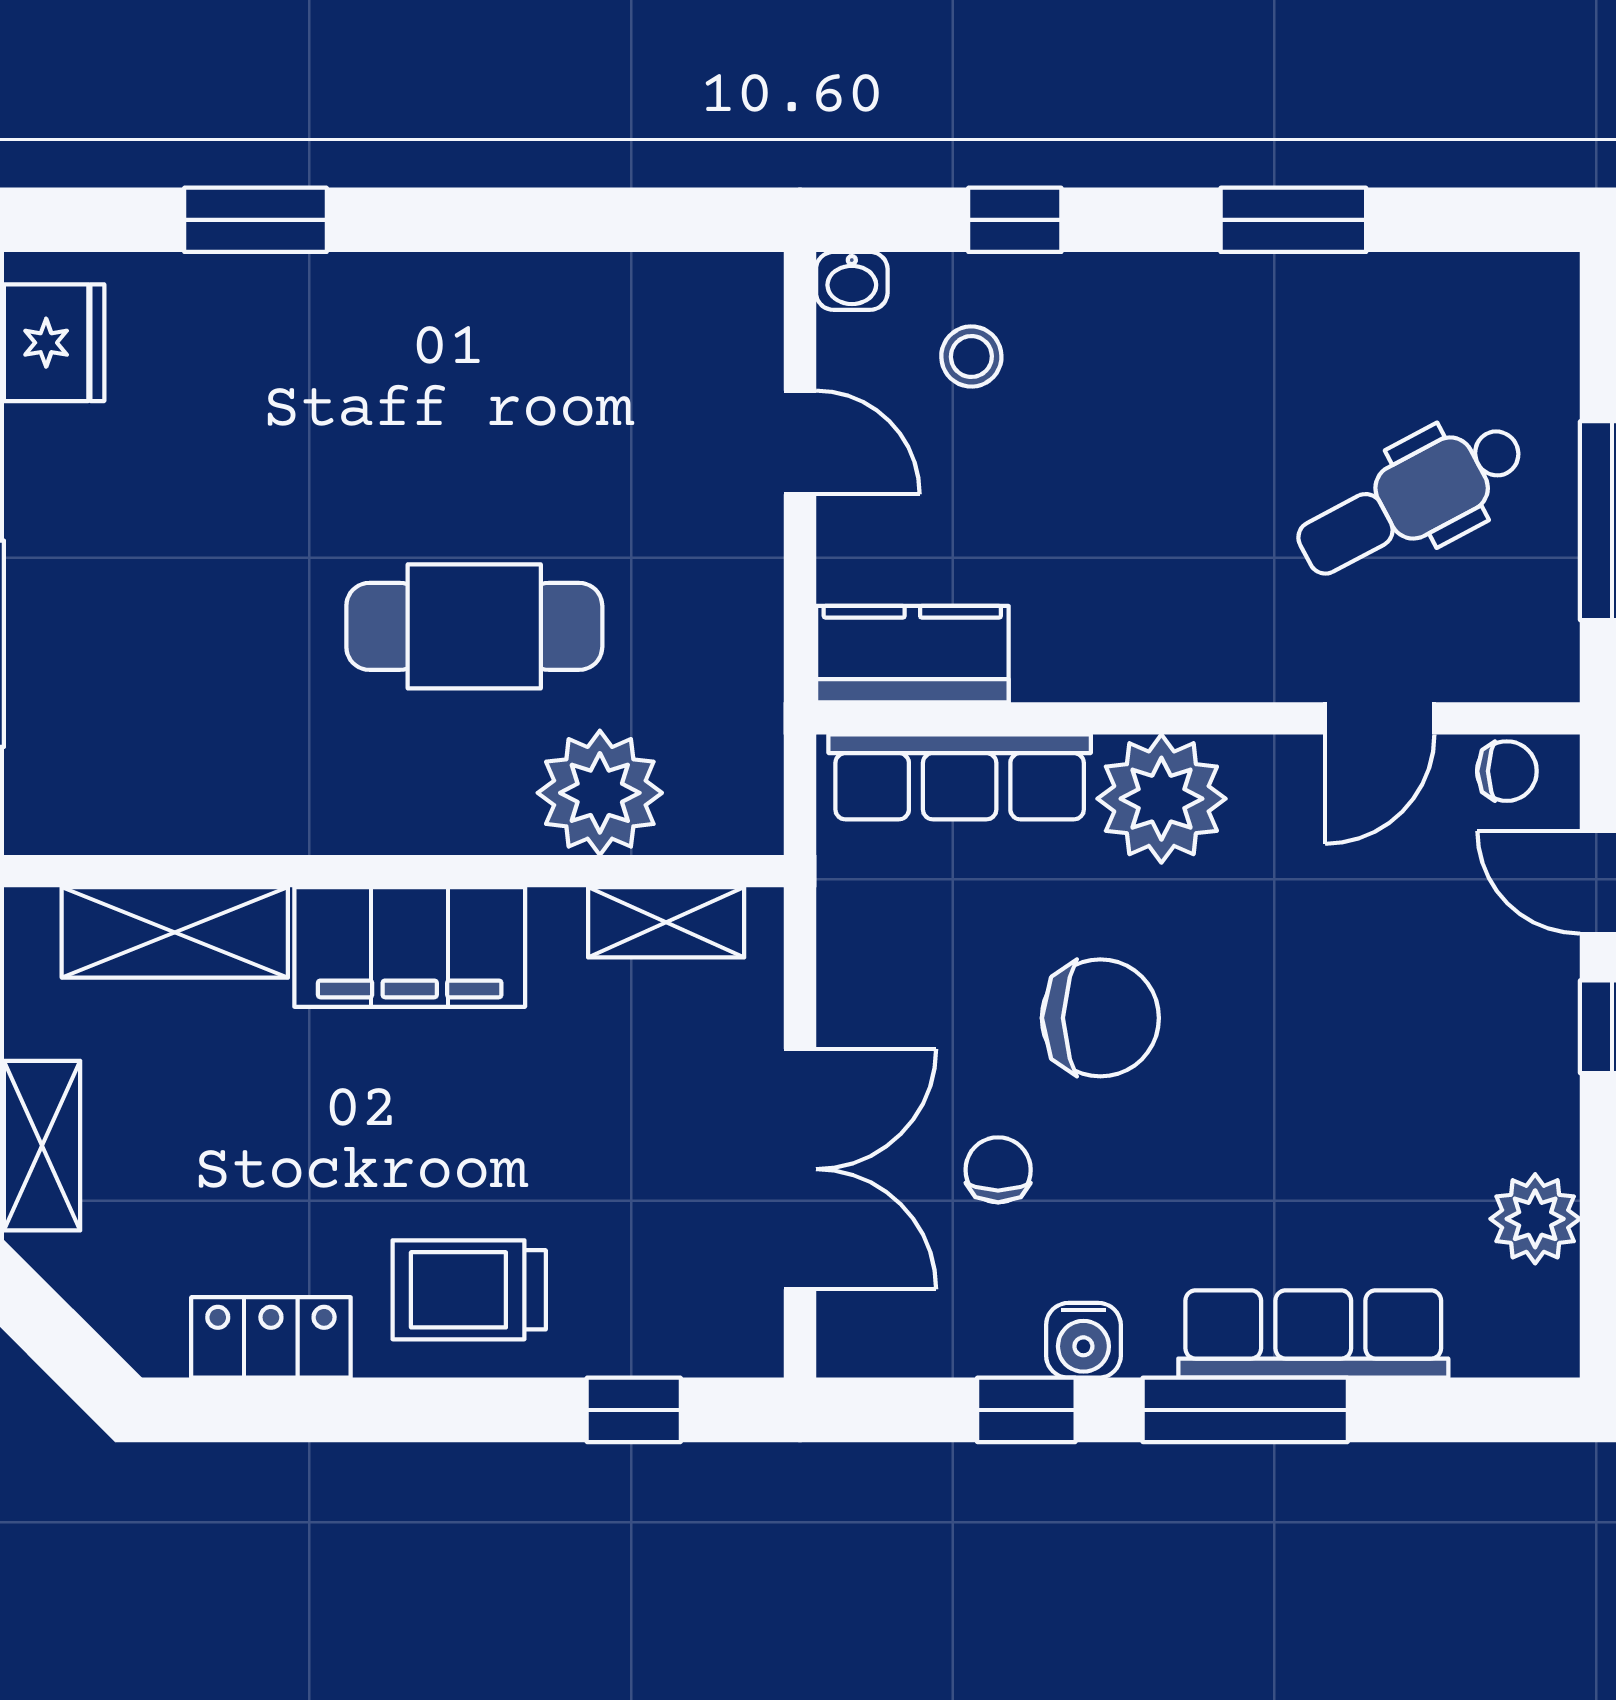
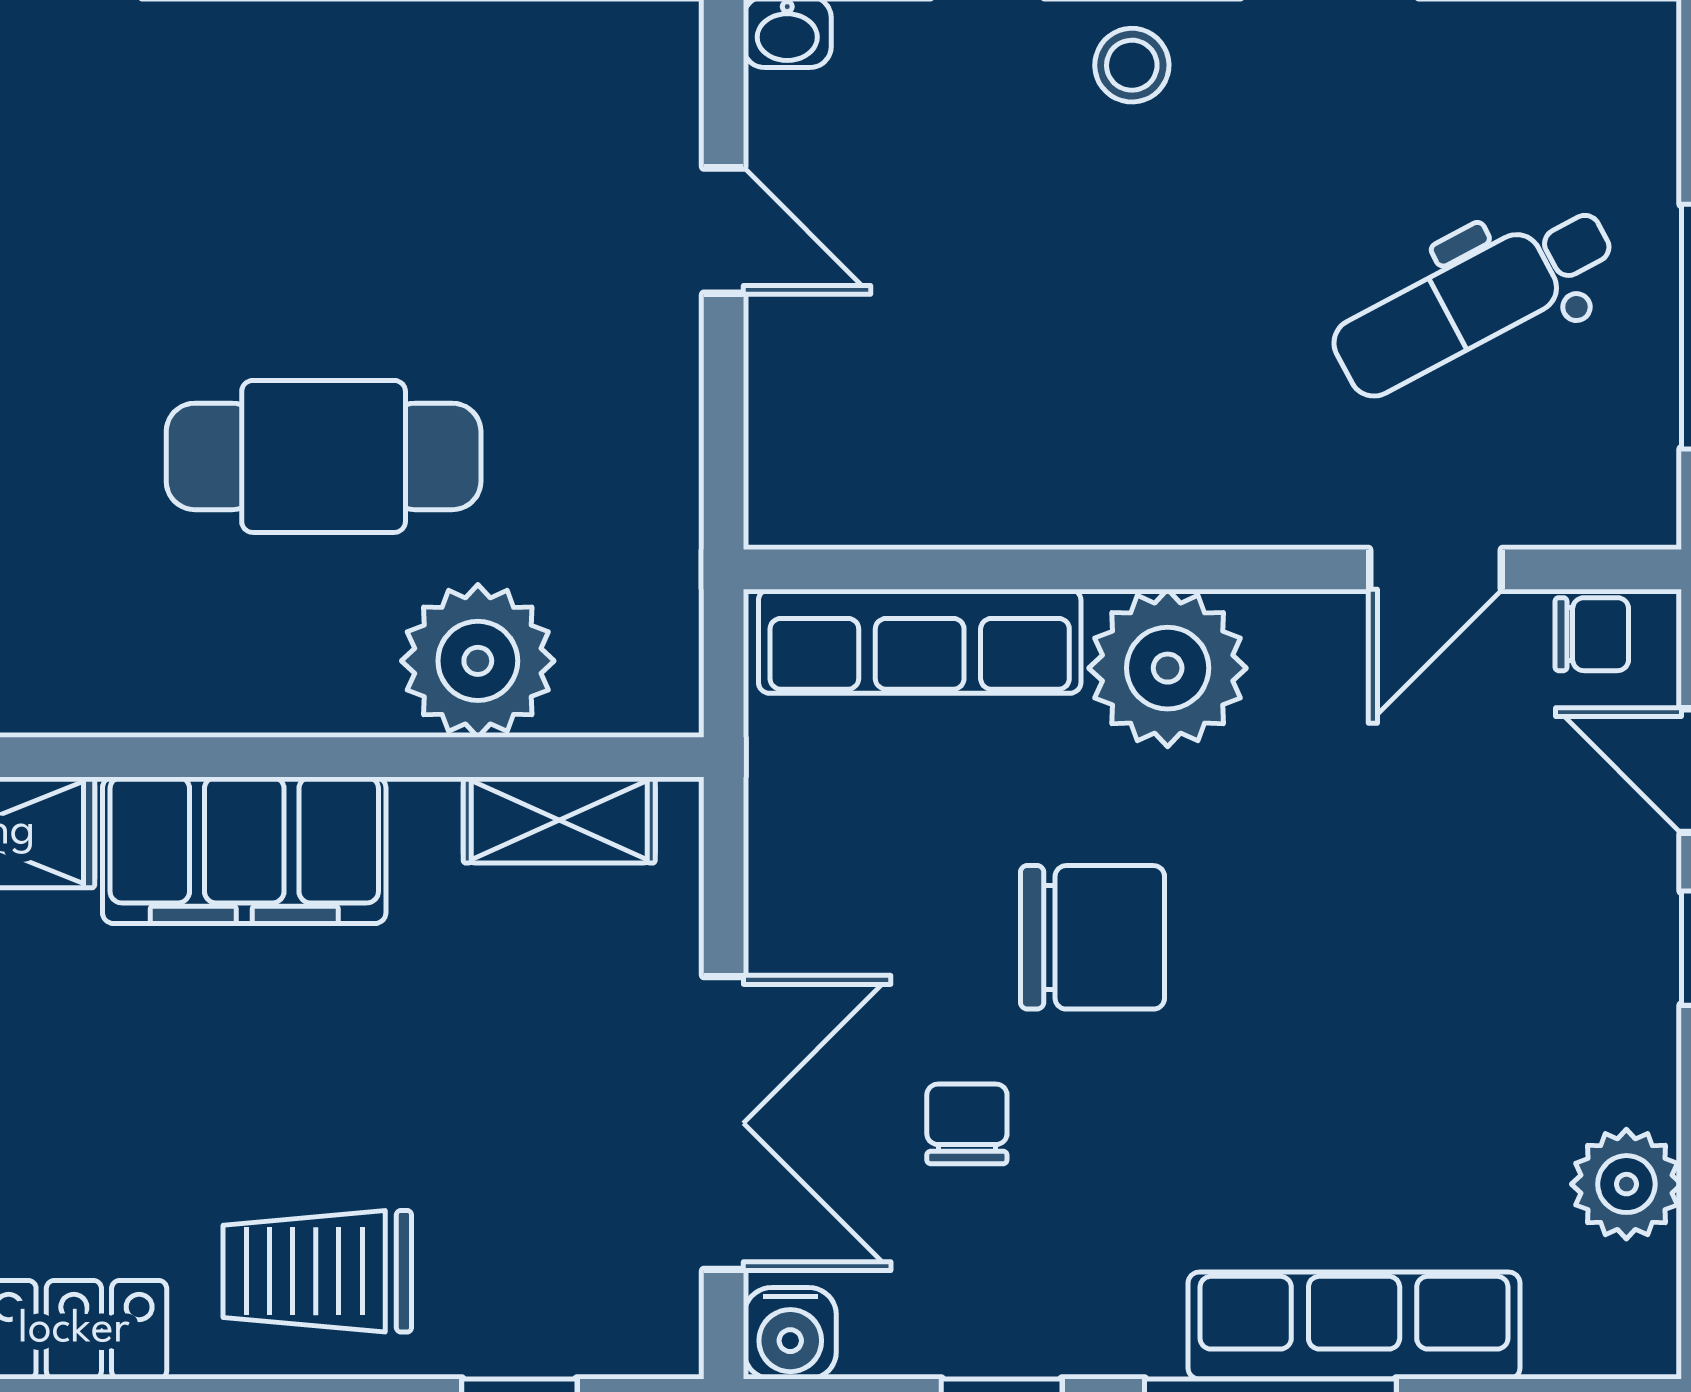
stool: (971, 356) -> (1132, 65), moved
kitchen counter: (912, 654) -> (862, 491), removed
water cooler: (1083, 1340) -> (790, 1333), moved

